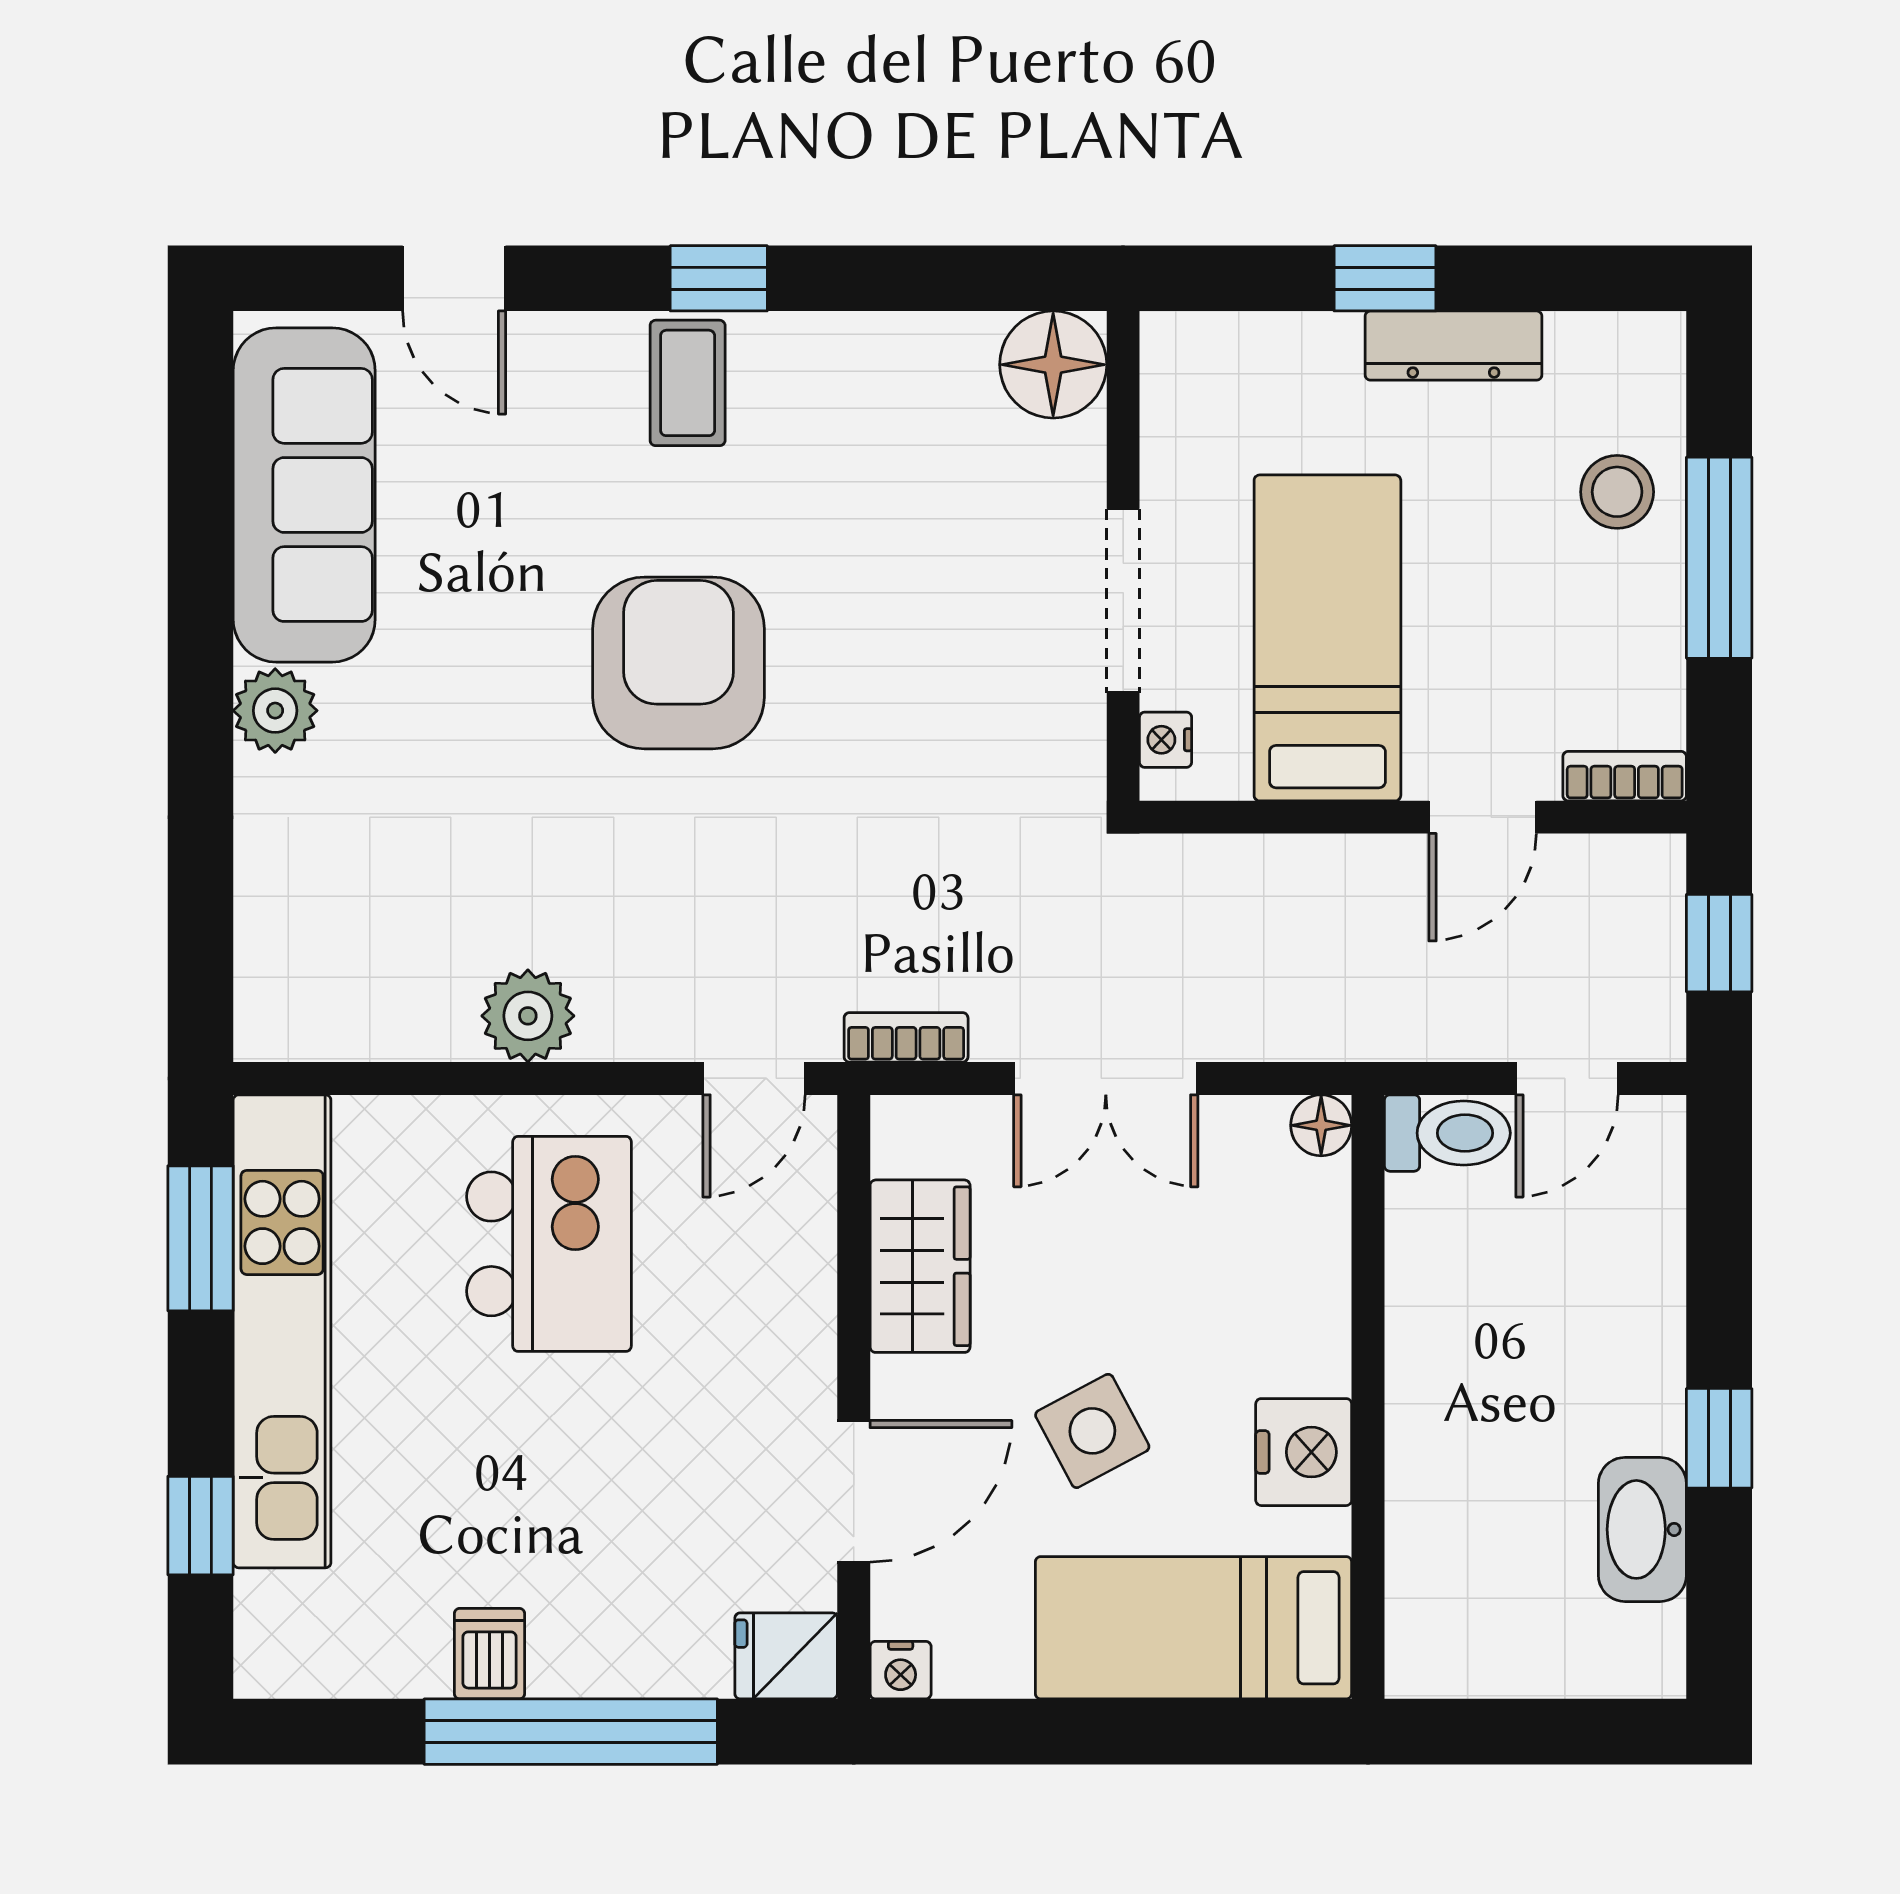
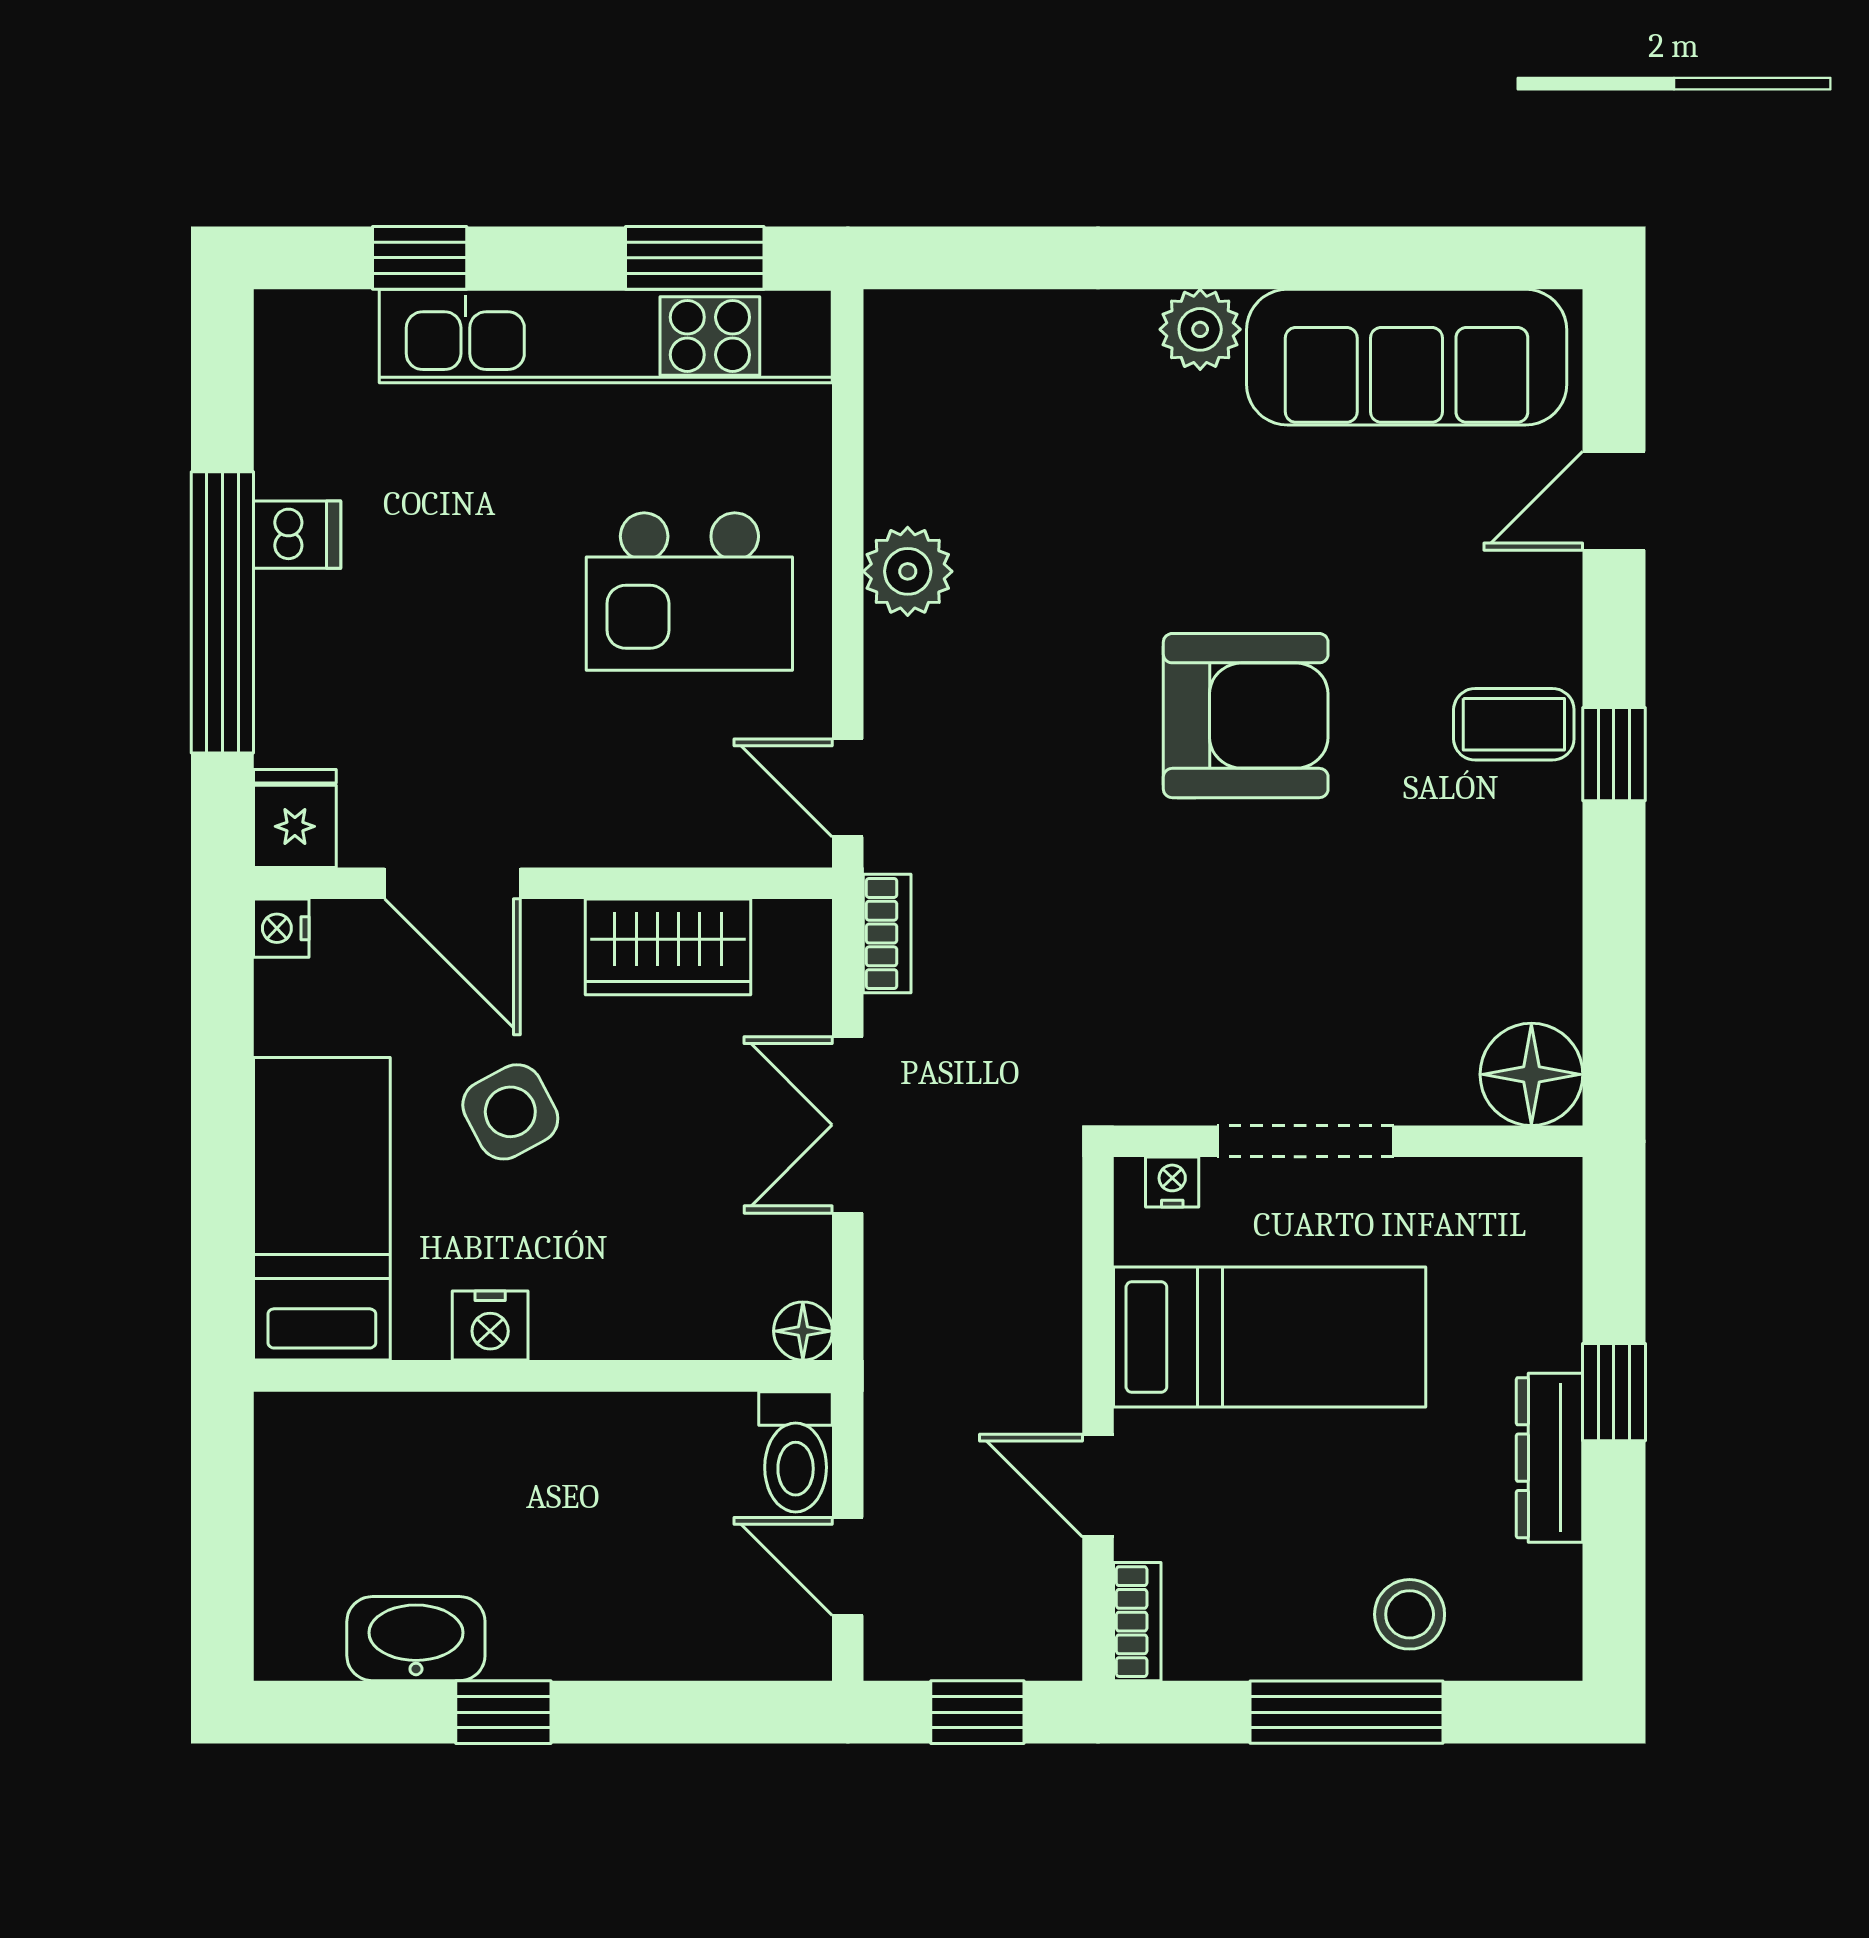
nightstand: (1304, 1452) -> (490, 1326), width x0.74, depth x0.75

